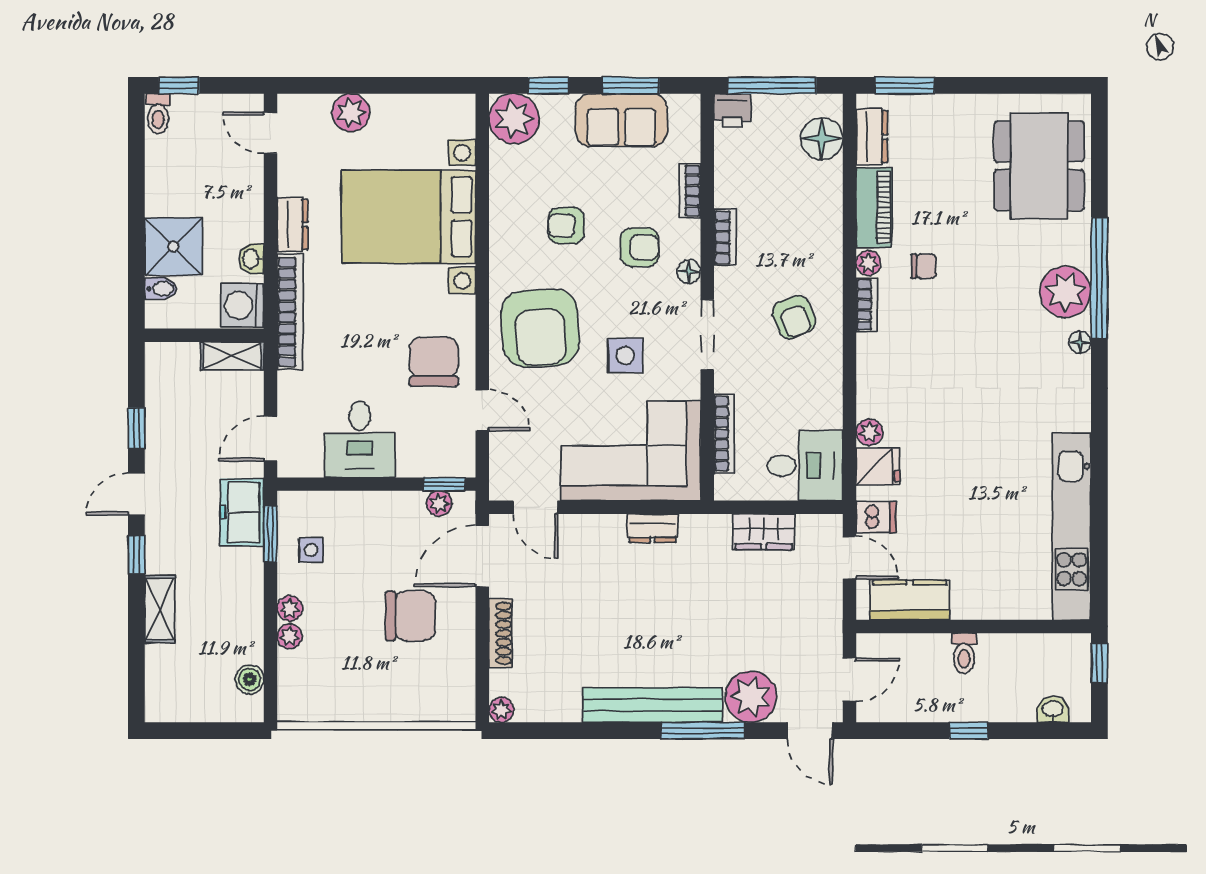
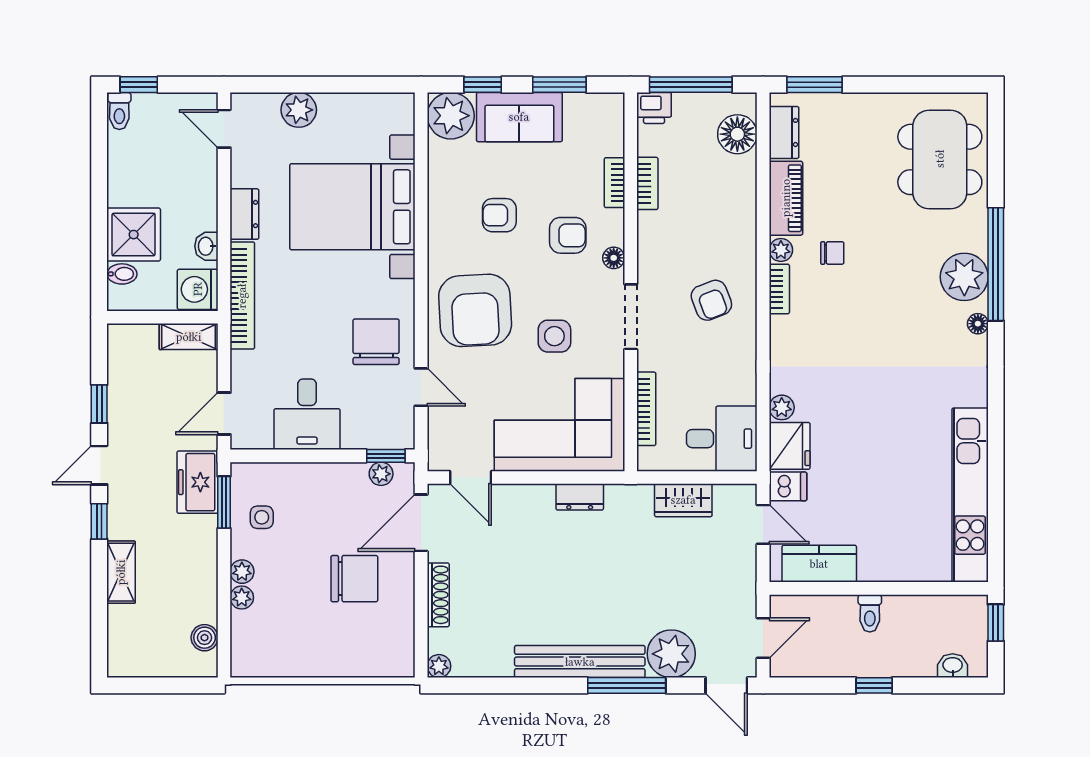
sofa: (621, 120) -> (519, 117), moved
bookcase: (725, 237) -> (647, 183), moved
fridge: (878, 466) -> (790, 446), width x1.38

